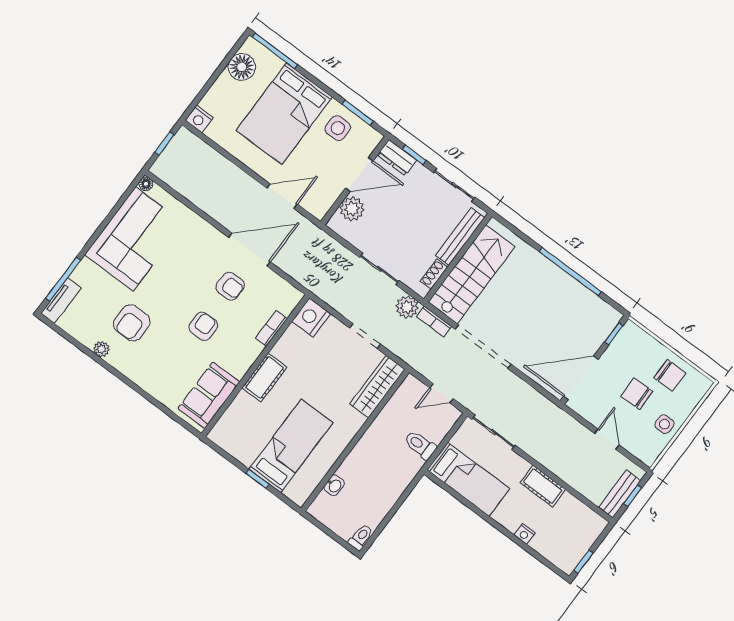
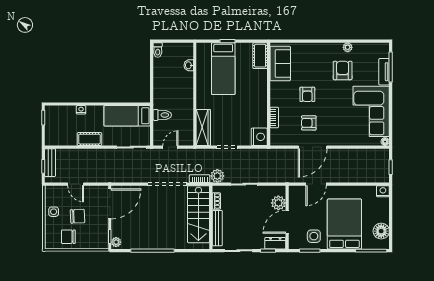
tv unit: (61, 301) -> (384, 72), moved
plant: (611, 320) -> (116, 242), added
cot: (264, 377) -> (260, 56), moved

